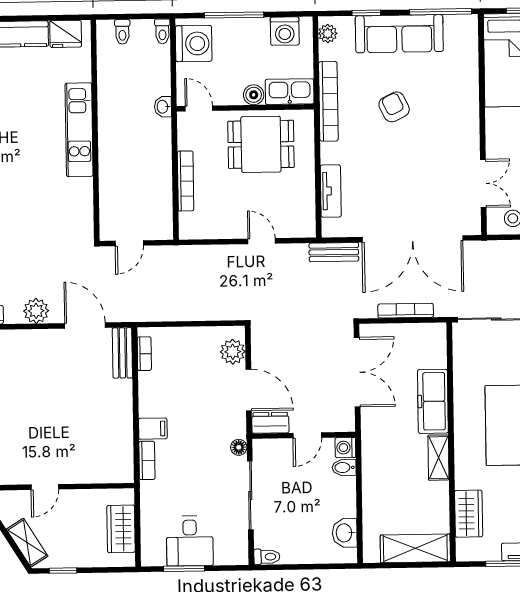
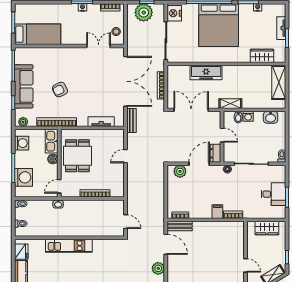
washing machine: (194, 43) -> (23, 177), moved, turned 90
door: (85, 325) -> (166, 244), swing flipped
washing machine: (345, 448) -> (248, 116), moved
shelving: (438, 458) -> (230, 104), moved

